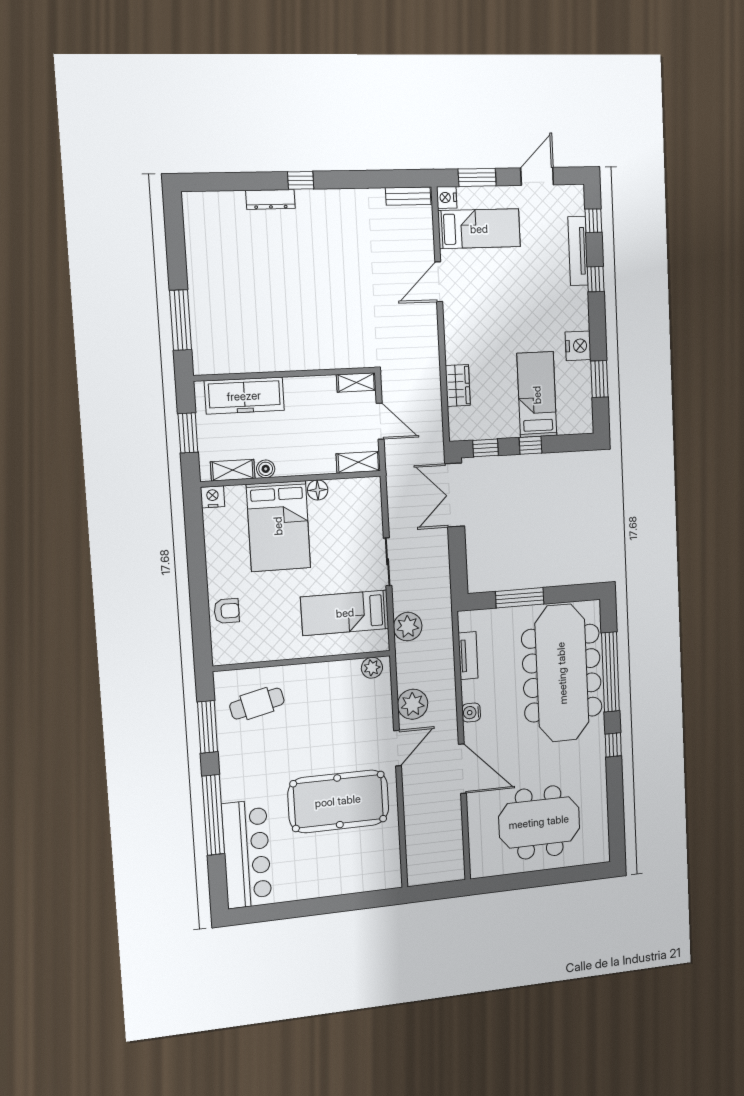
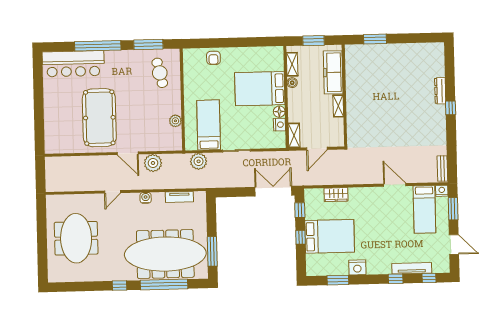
window: (181, 320) -> (375, 39), width x0.69
shelving: (356, 383) -> (338, 106), moved
bed: (537, 395) -> (330, 236), width x1.50
nightstand: (213, 497) -> (279, 125), moved
window: (520, 598) -> (212, 251), moved
plant: (372, 668) -> (175, 121), moved
door: (462, 769) -> (112, 192), width x0.53

